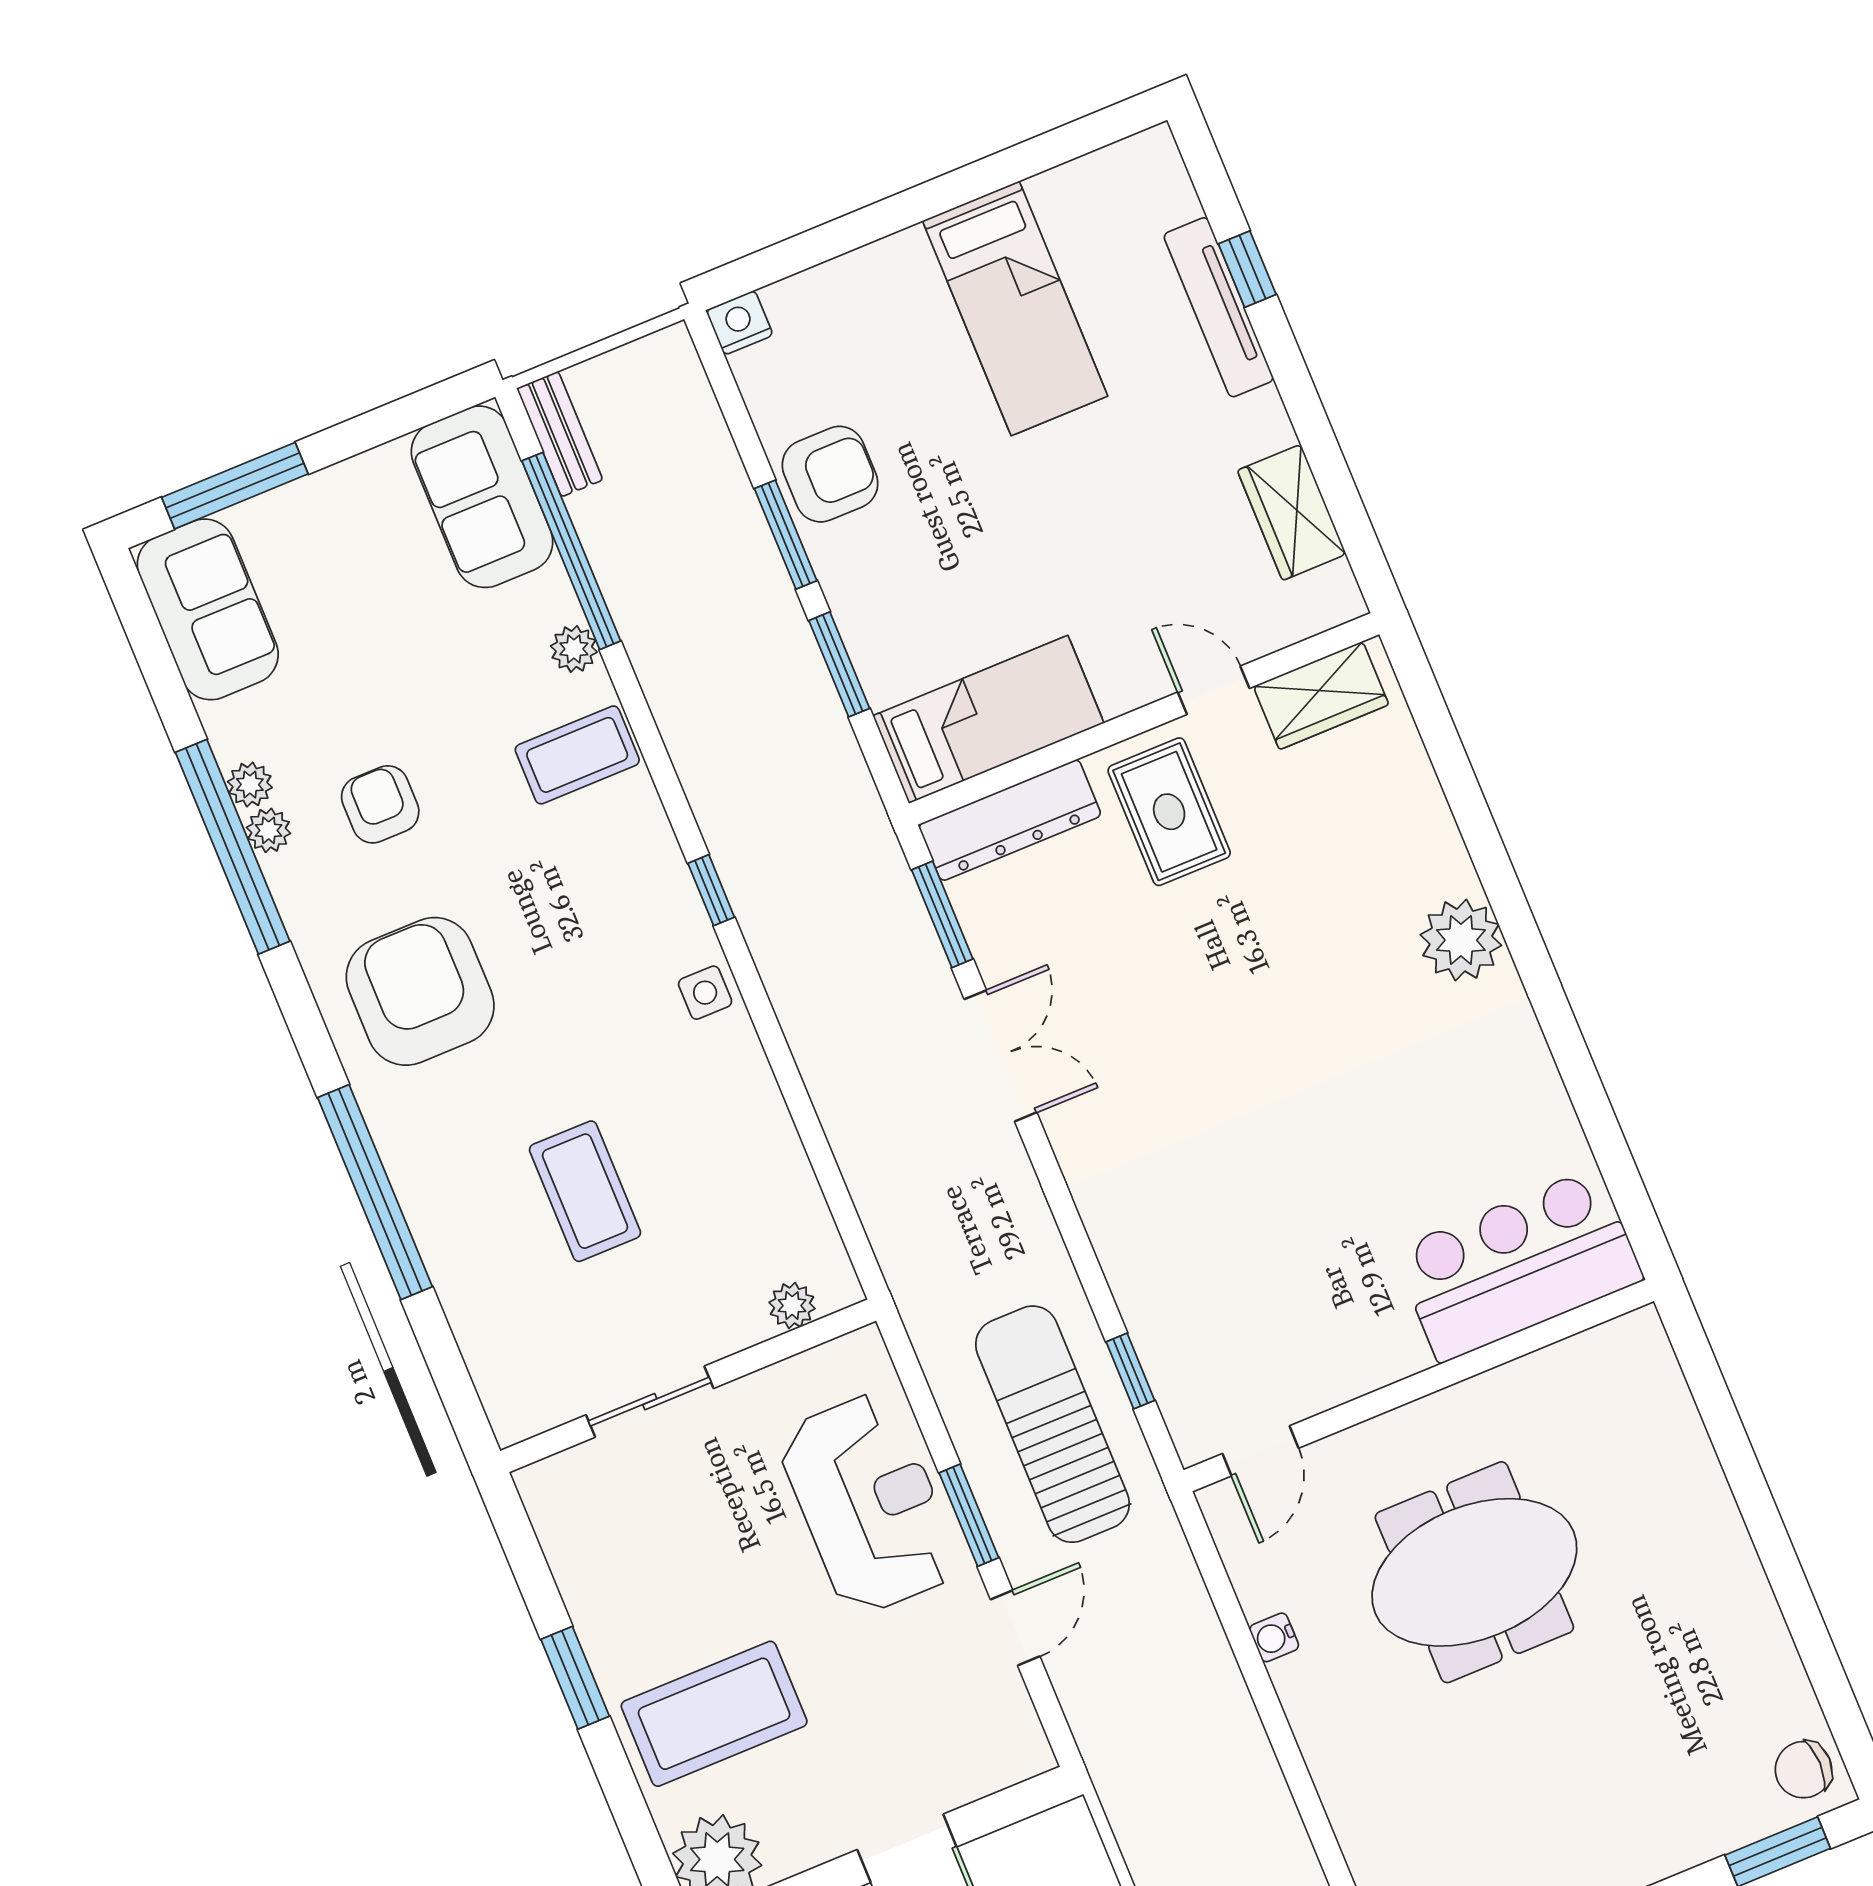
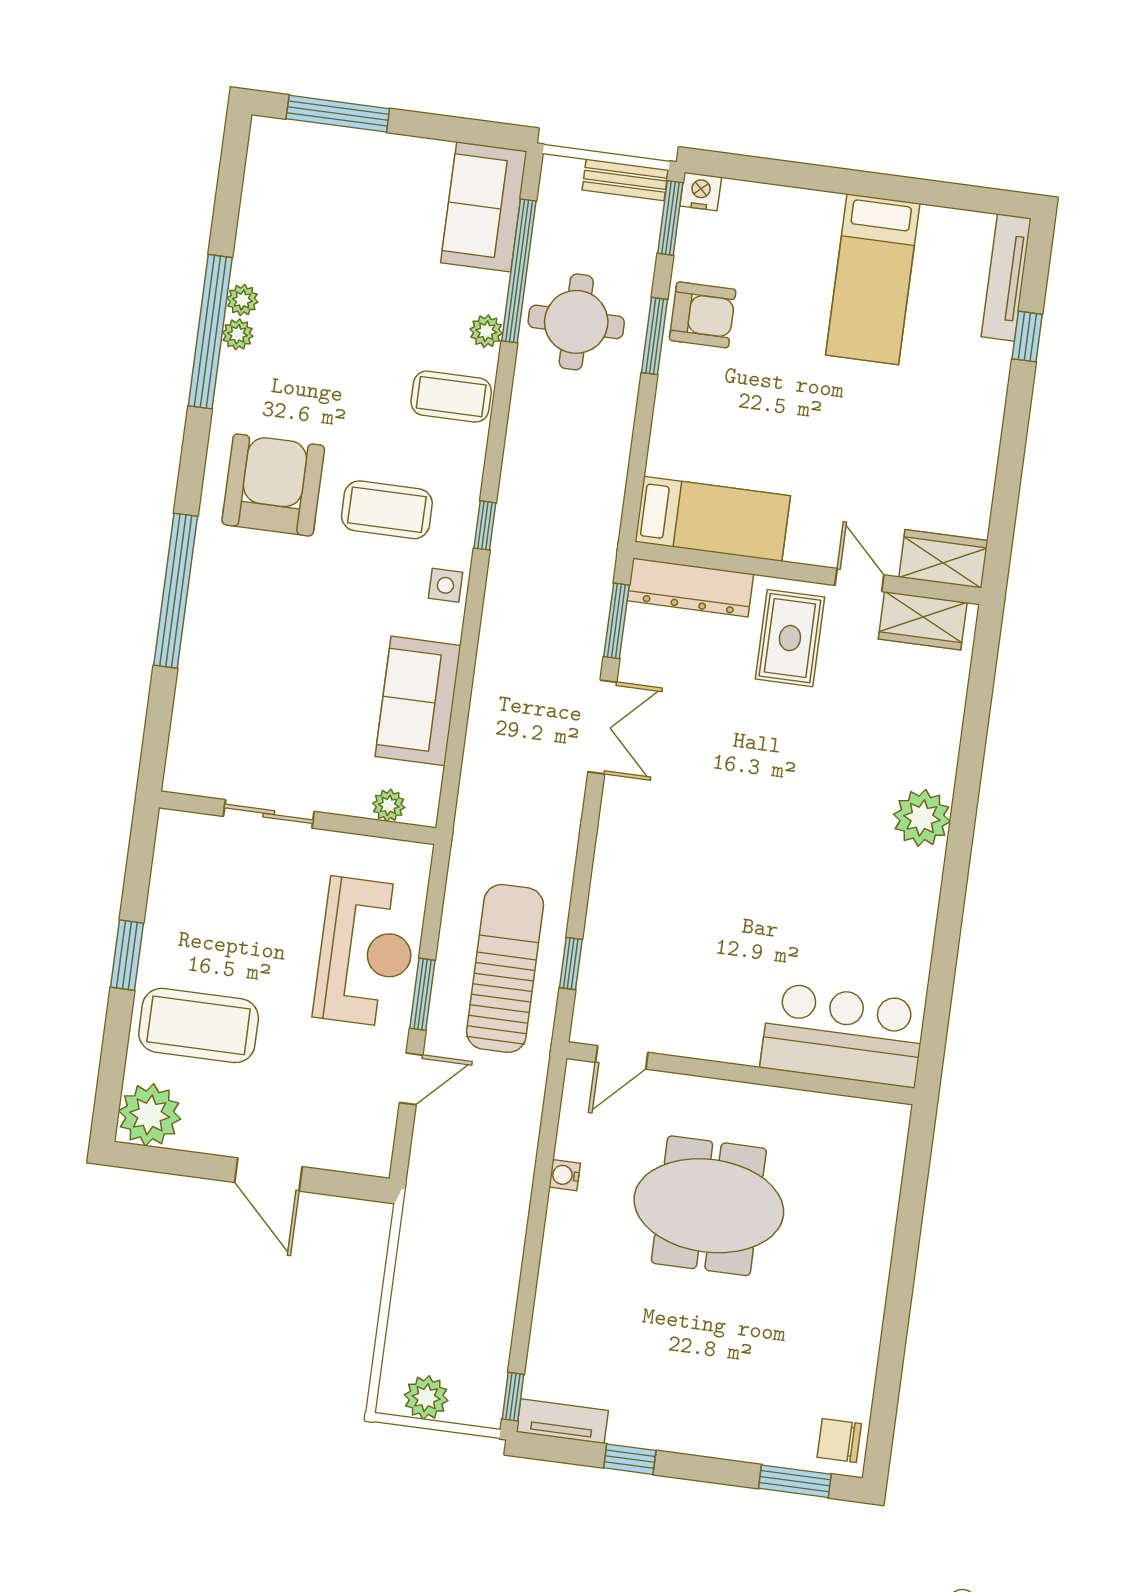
tv unit: (1219, 307) -> (1006, 278), moved
bench: (560, 434) -> (625, 180), moved, turned 90
wardrobe: (1292, 512) -> (943, 559), moved, turned 90
round table: (679, 573) -> (576, 322), added
sofa: (208, 609) -> (418, 701), moved, turned 180
window: (839, 664) -> (670, 218), moved
armchair: (380, 804) -> (314, 358), removed
coffee table: (585, 1191) -> (387, 510), moved, turned 90

